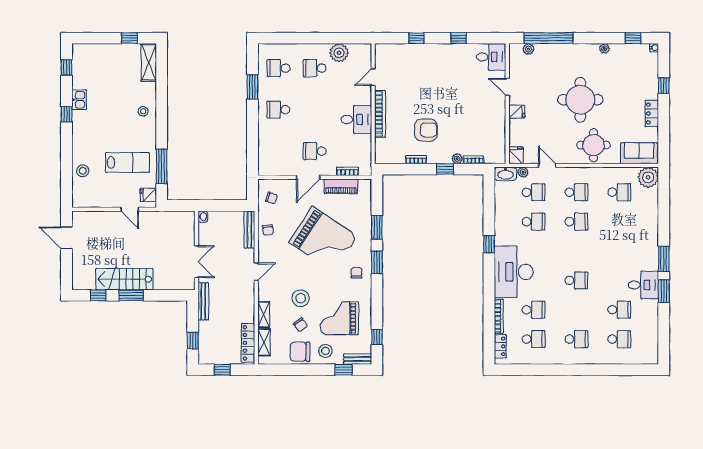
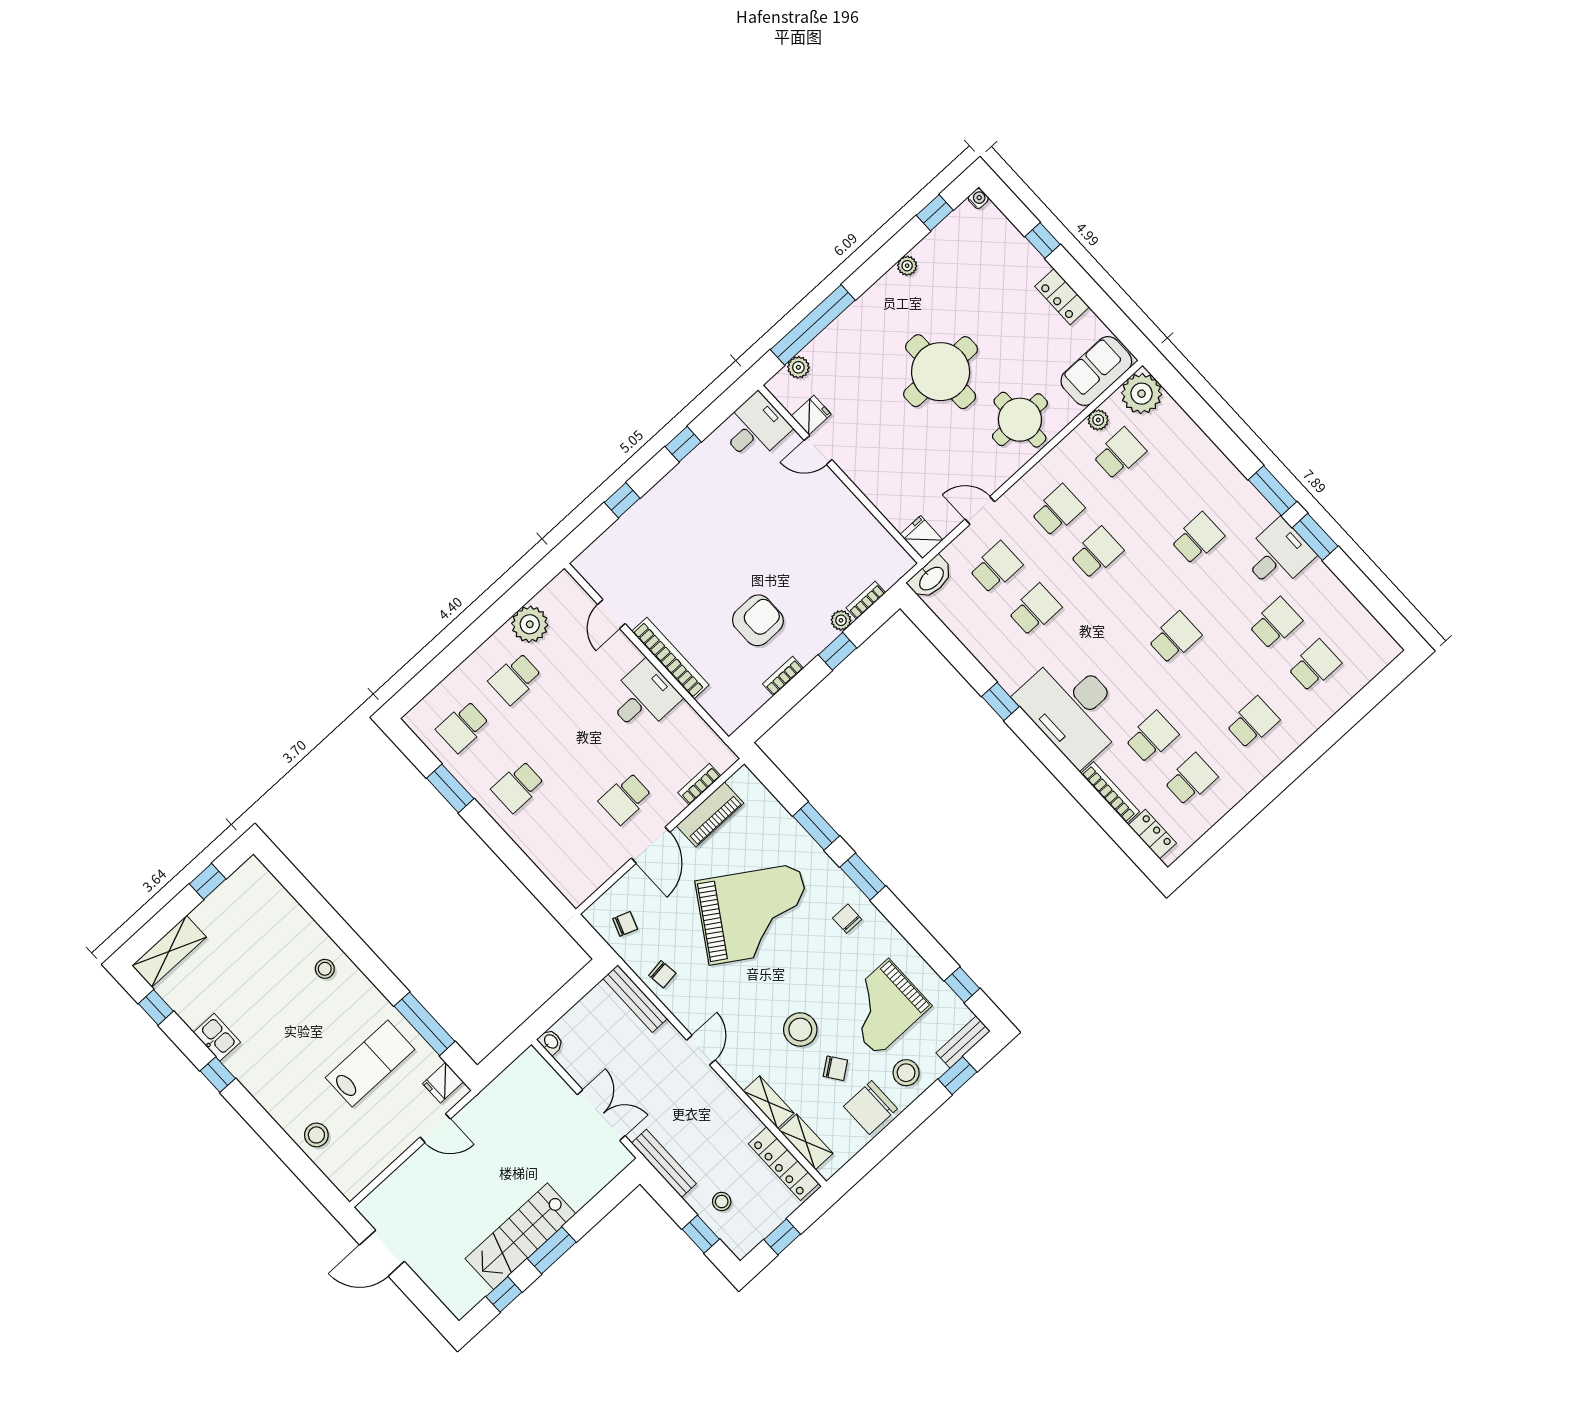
shelving: (149, 62) -> (169, 951), moved, turned 90
fridge: (517, 112) -> (811, 415), moved
plant: (523, 172) -> (1098, 420), moved
school desk: (619, 251) -> (1198, 538), added
stool: (212, 336) -> (722, 1202), added

